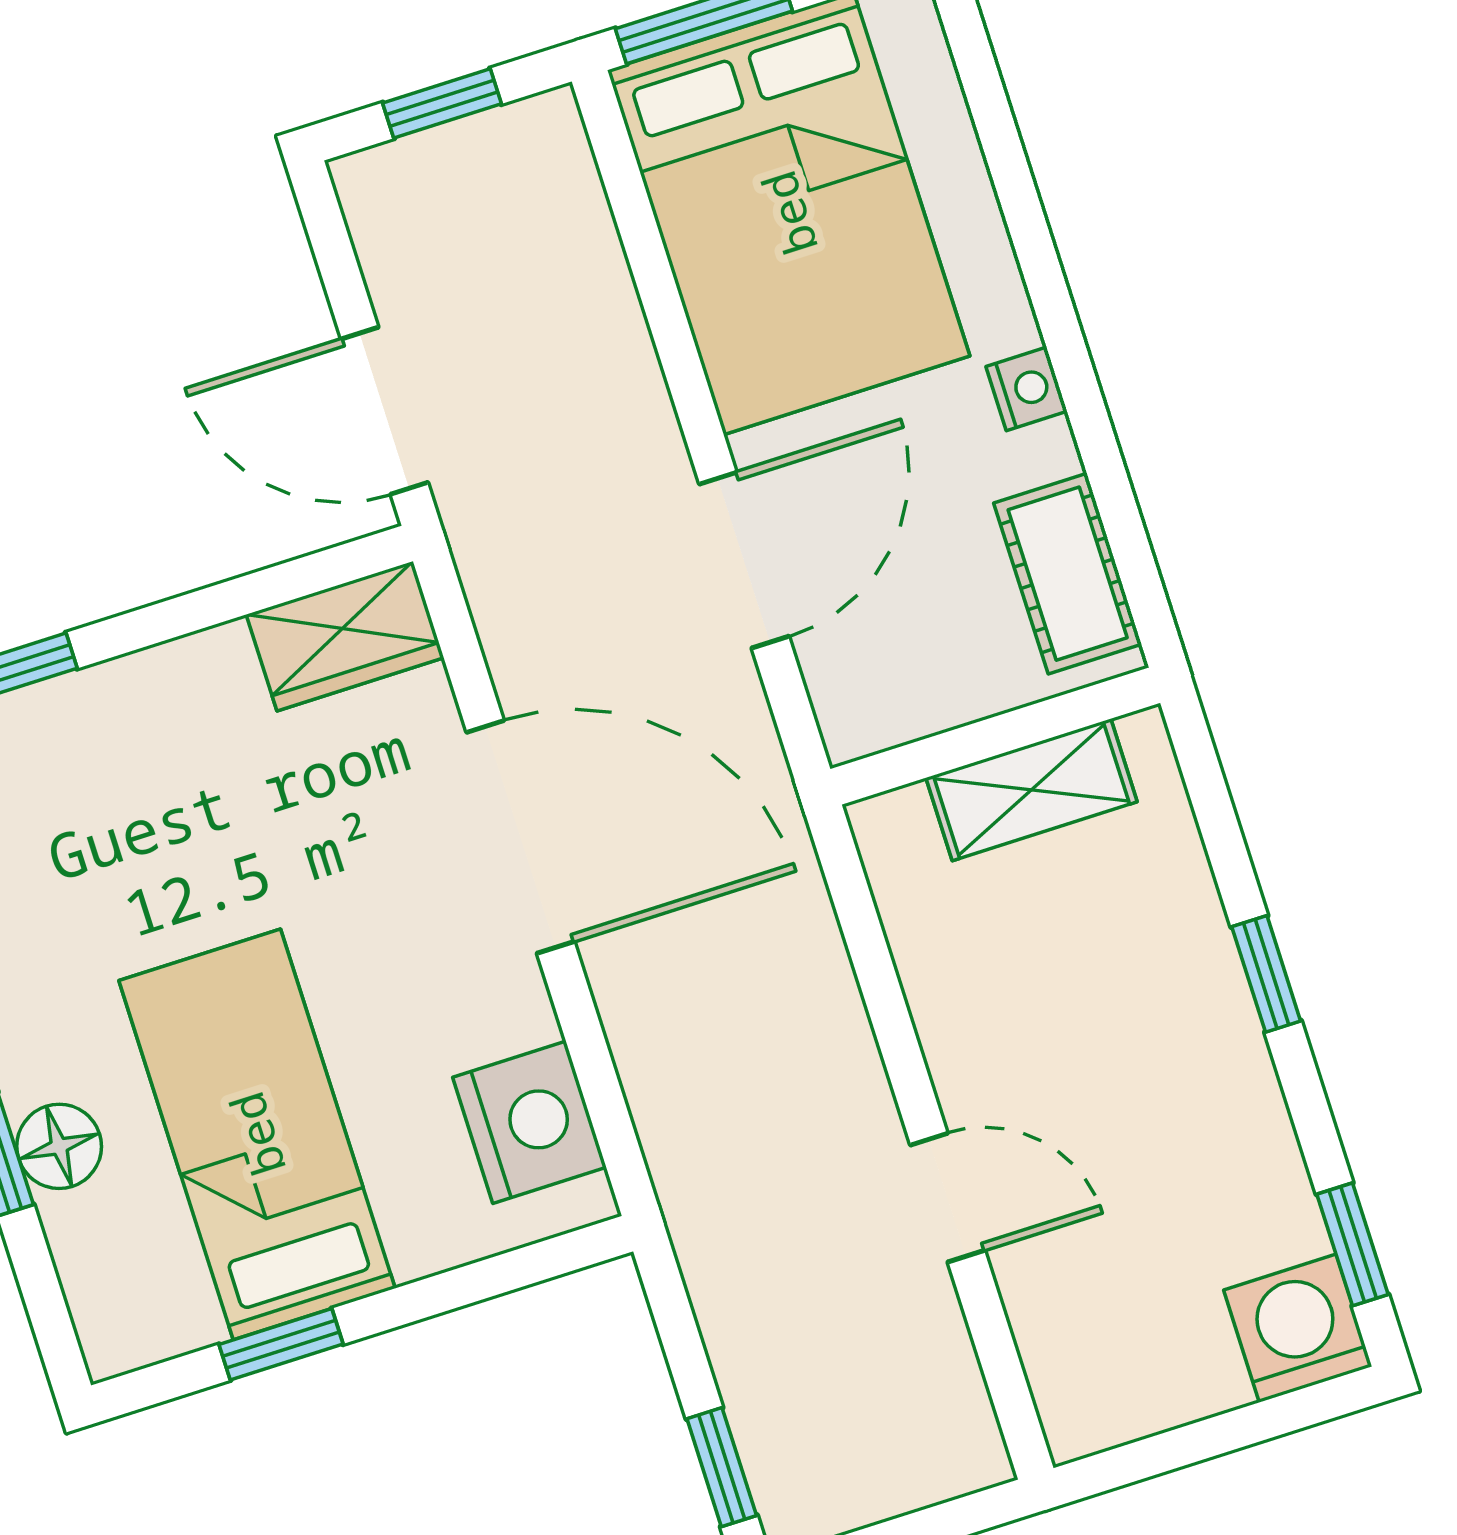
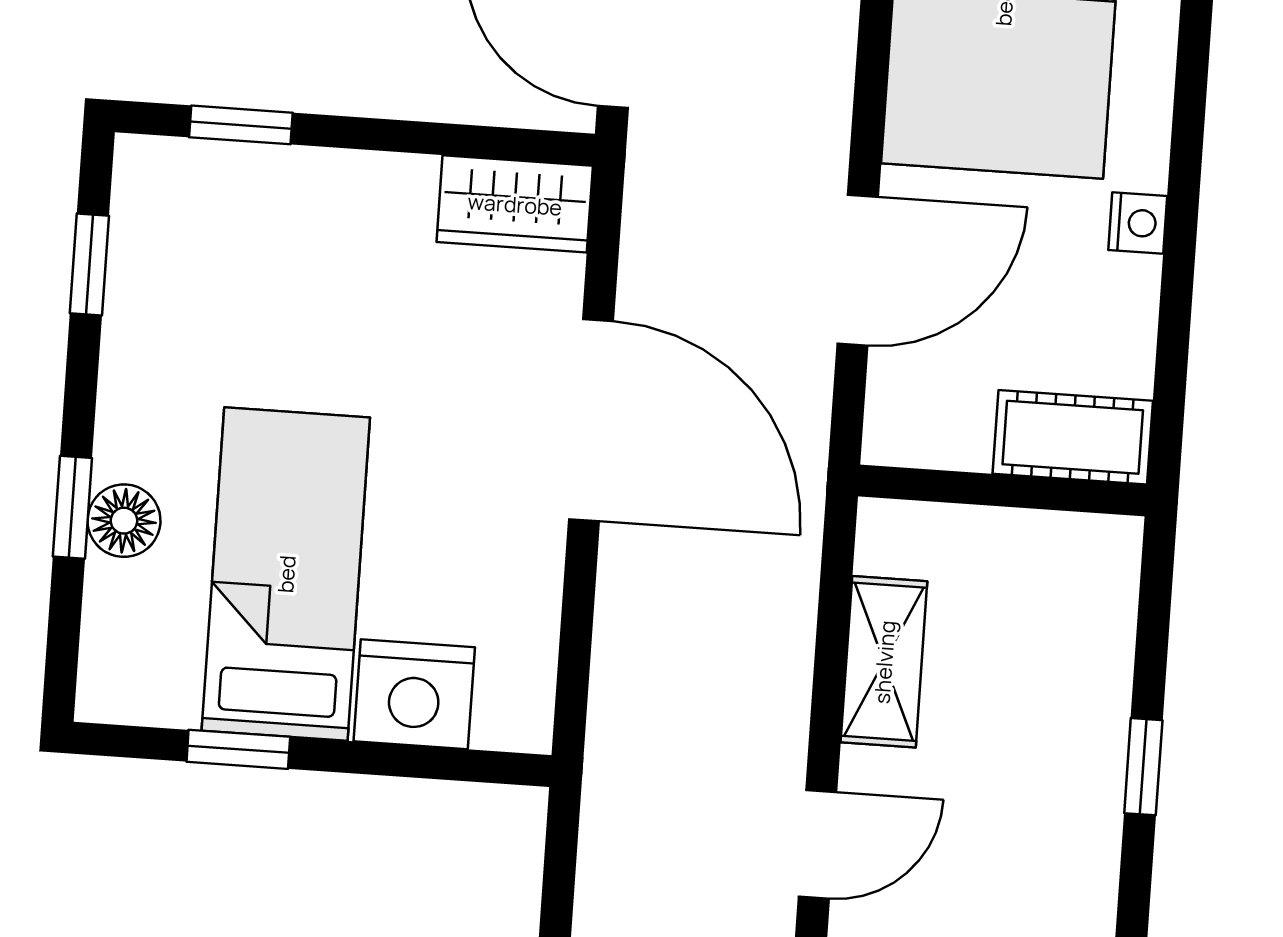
cot: (1068, 574) -> (1073, 437), moved, turned 90
shelving: (1031, 790) -> (884, 662), moved, turned 90
nightstand: (530, 1122) -> (414, 694), moved, turned 90
door: (948, 1198) -> (818, 844), hinge flipped

